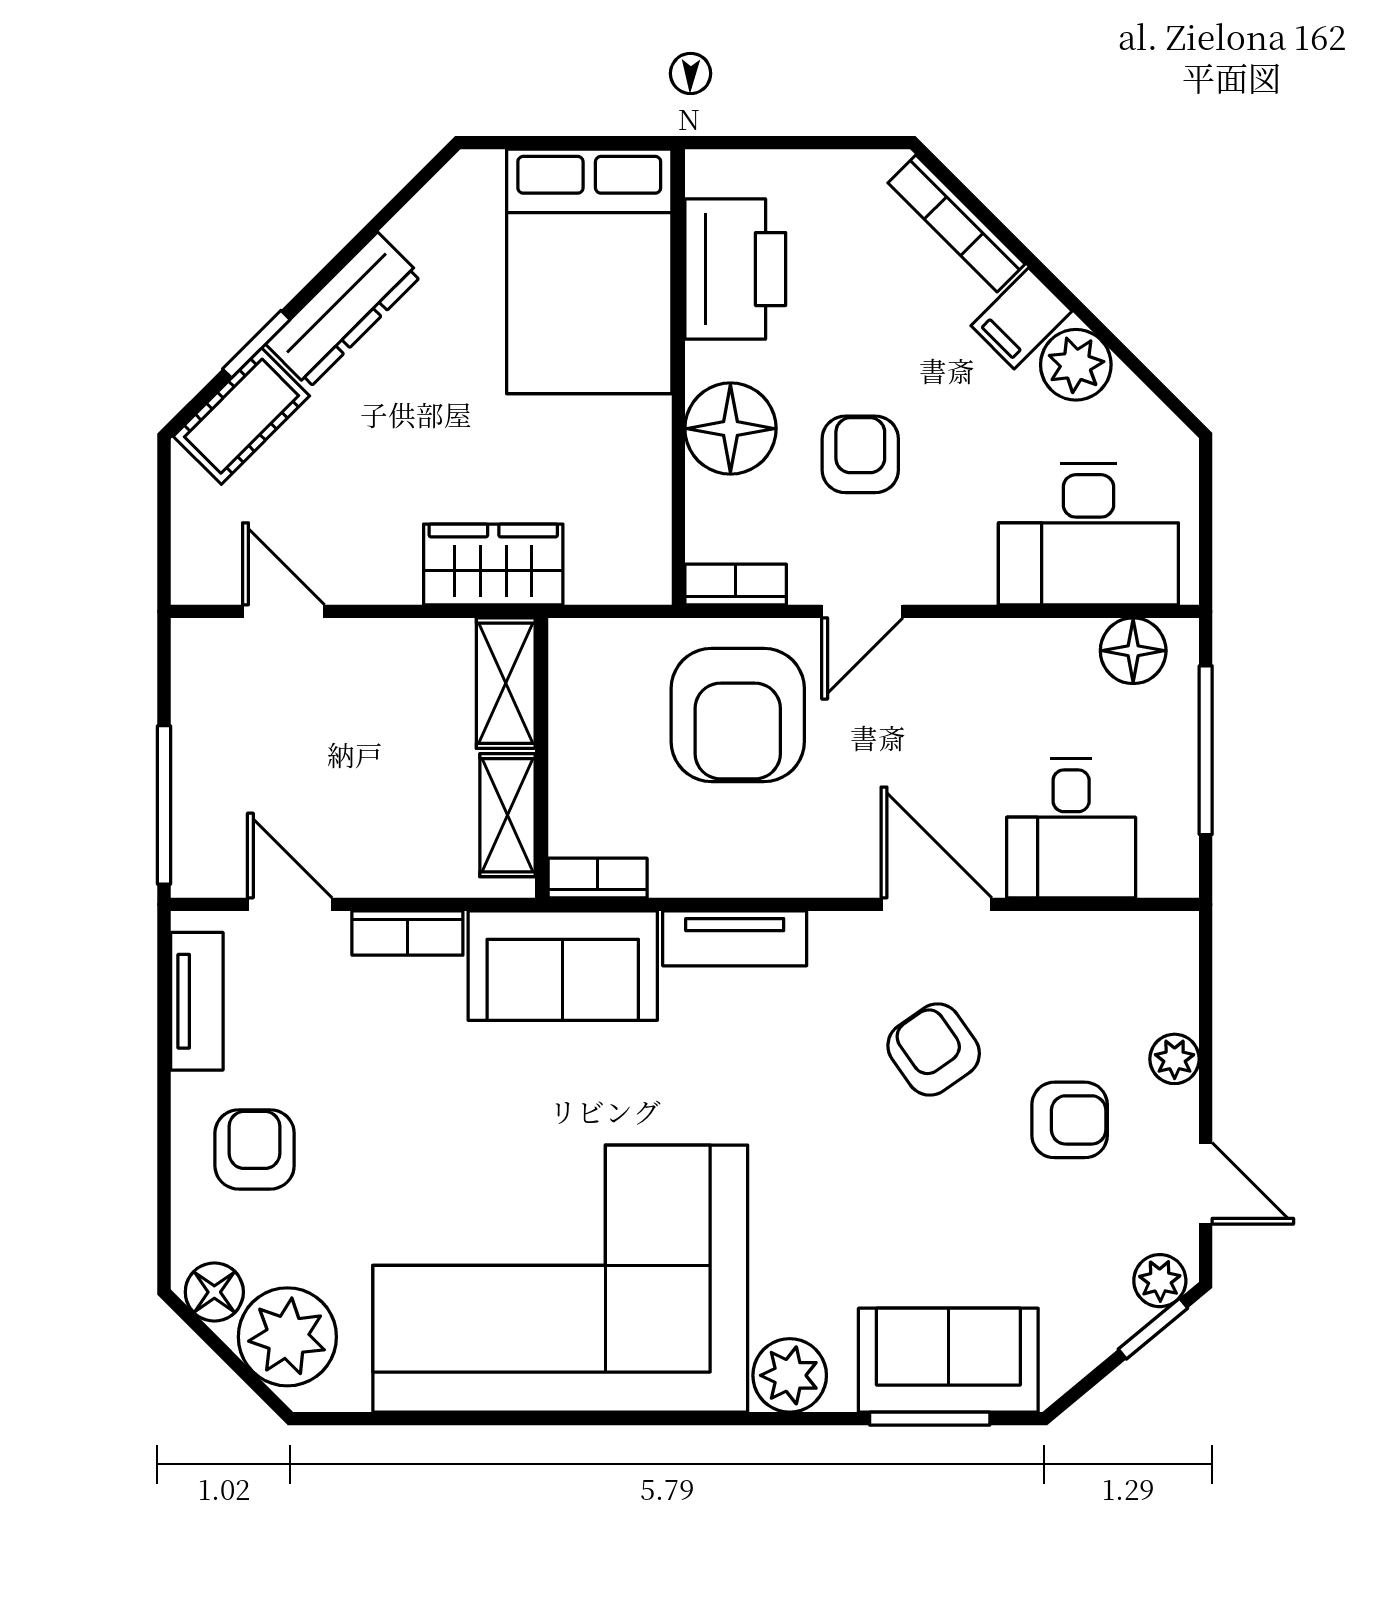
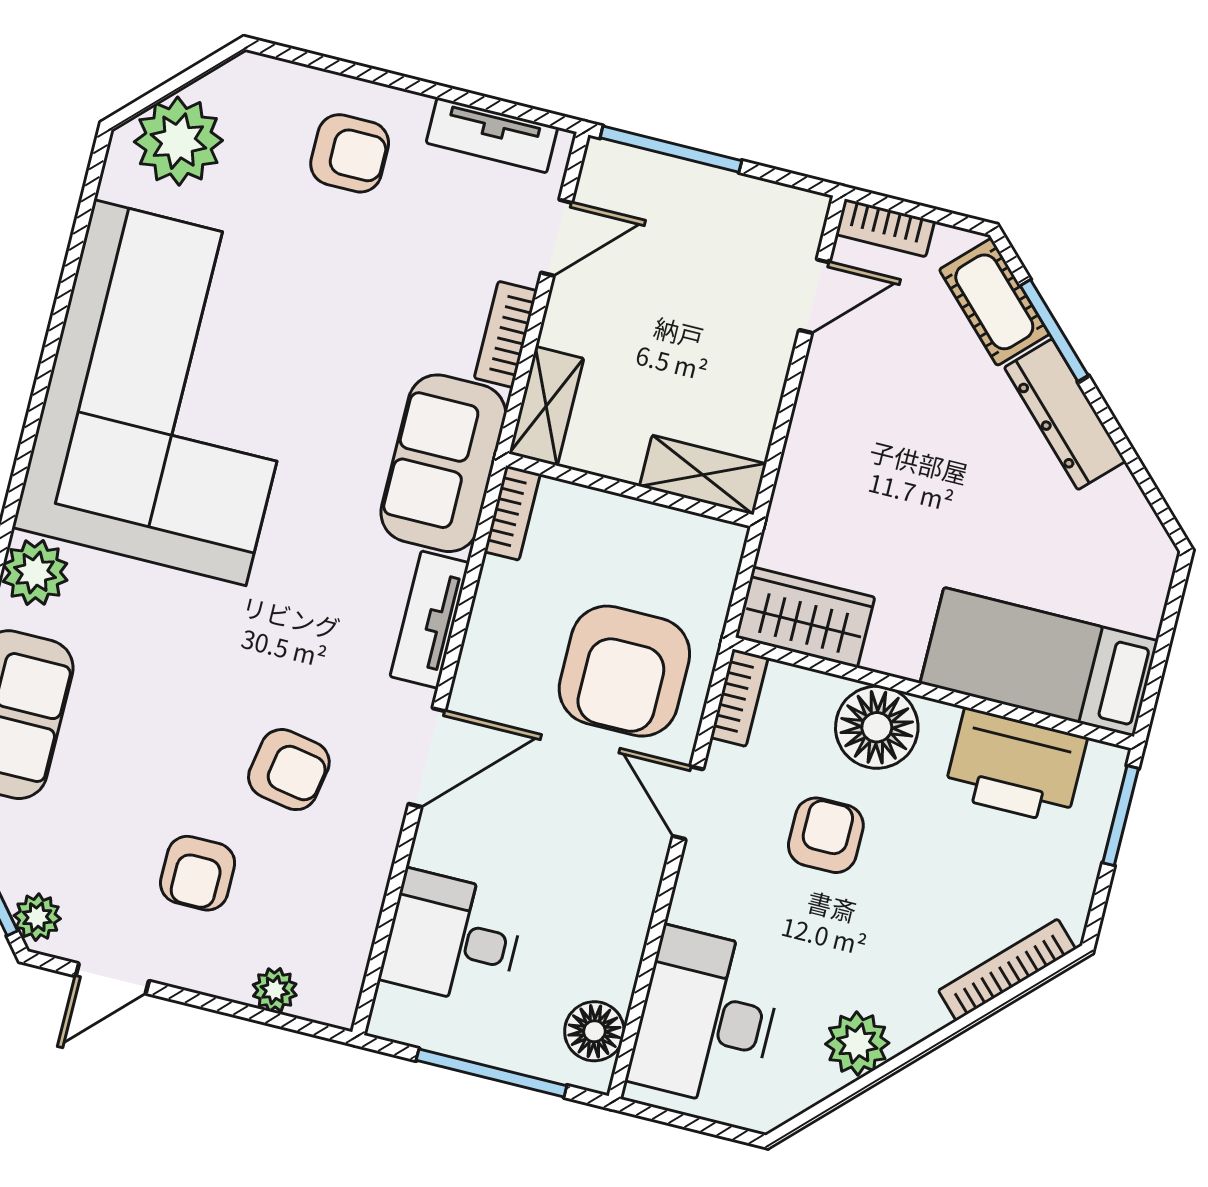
window: (760, 143) -> (1121, 816), added
bed: (589, 271) -> (1039, 662), width x0.67
filing cabinet: (1021, 318) -> (910, 1006), removed
window: (256, 344) -> (1054, 331), width x1.50
armchair: (860, 454) -> (826, 835), turned -90
bookcase: (191, 553) -> (885, 228), added
wardrobe: (493, 564) -> (805, 617), moved, turned -90
armchair: (738, 715) -> (624, 671), turned -90
shelving: (507, 815) -> (546, 406), moved, turned 90
door: (936, 904) -> (427, 757), moved
armchair: (934, 1050) -> (289, 770), turned 45
plant: (1175, 1059) -> (275, 990), moved
floor lamp: (214, 1292) -> (234, 87), removed

